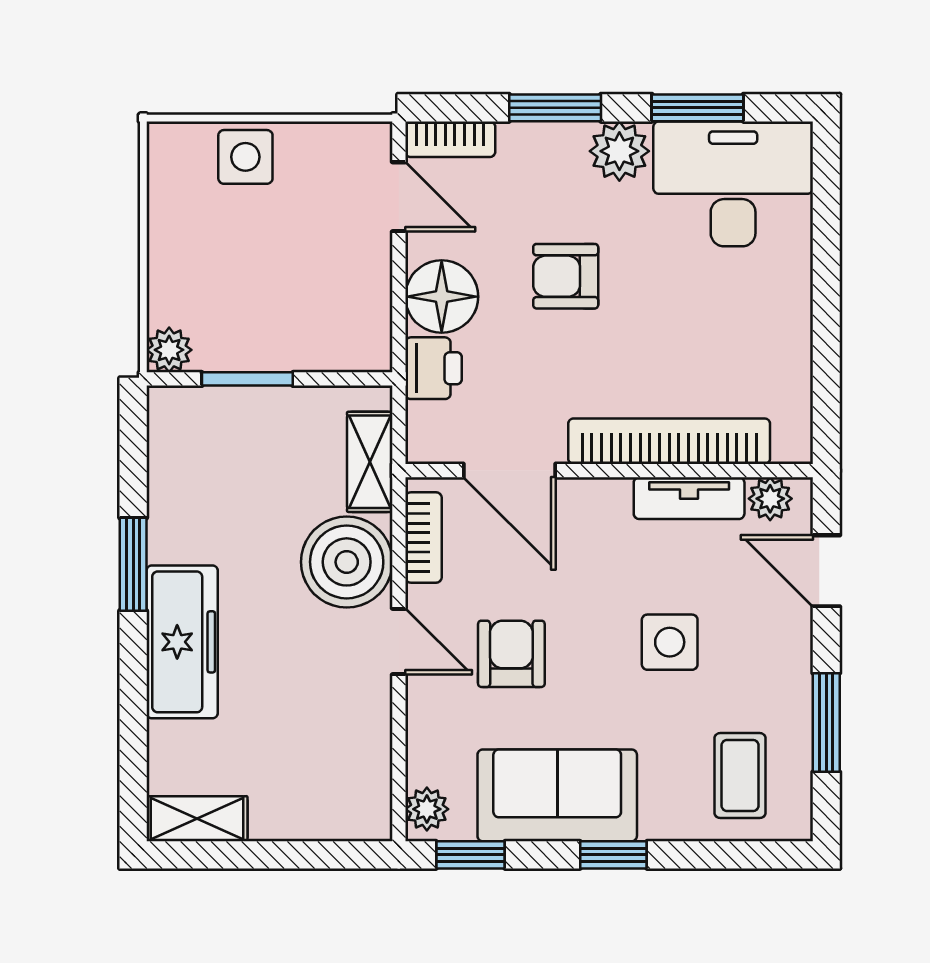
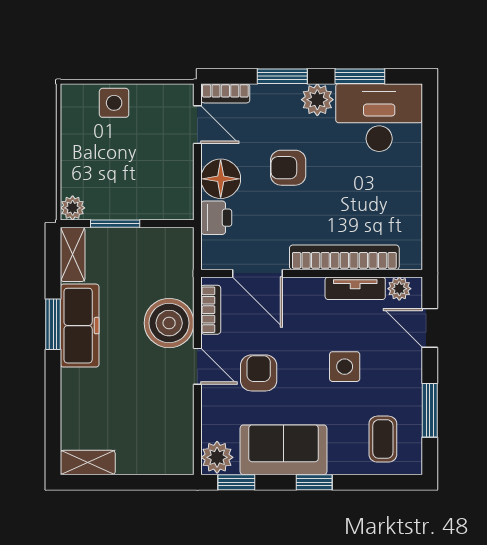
shelving: (370, 462) -> (73, 254), moved
freezer: (182, 642) -> (80, 326), moved
plant: (427, 809) -> (217, 457), width x1.38, depth x1.38

